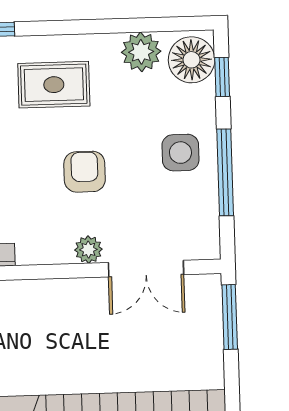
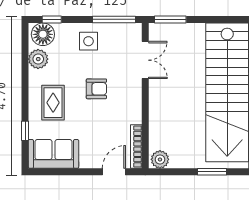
armchair: (85, 172) -> (96, 89), turned 180
window: (225, 172) -> (114, 19), moved
plant: (88, 250) -> (135, 88), removed

